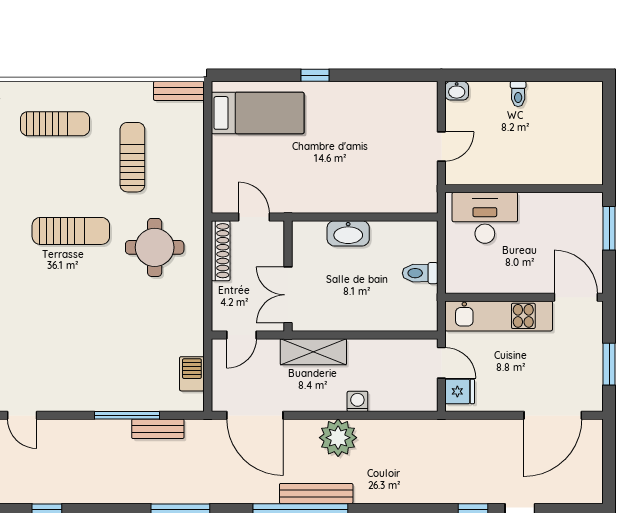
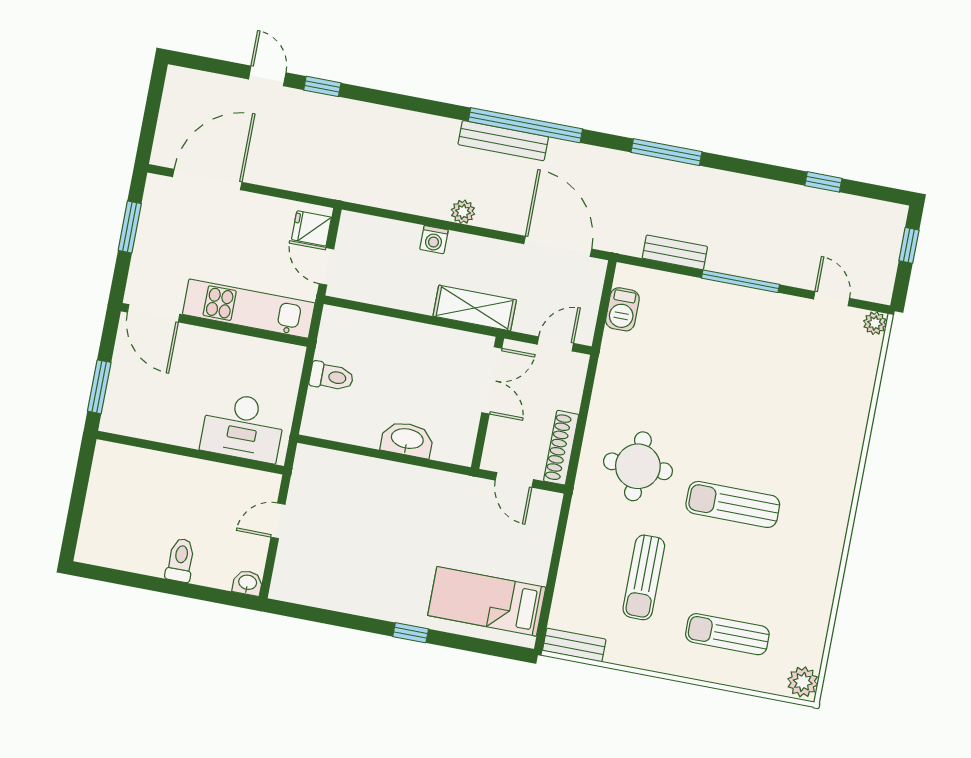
toilet: (518, 94) -> (180, 560), width x1.37, depth x1.39
window: (127, 415) -> (740, 281), moved
plant: (338, 438) -> (463, 212), width x0.53, depth x0.53

